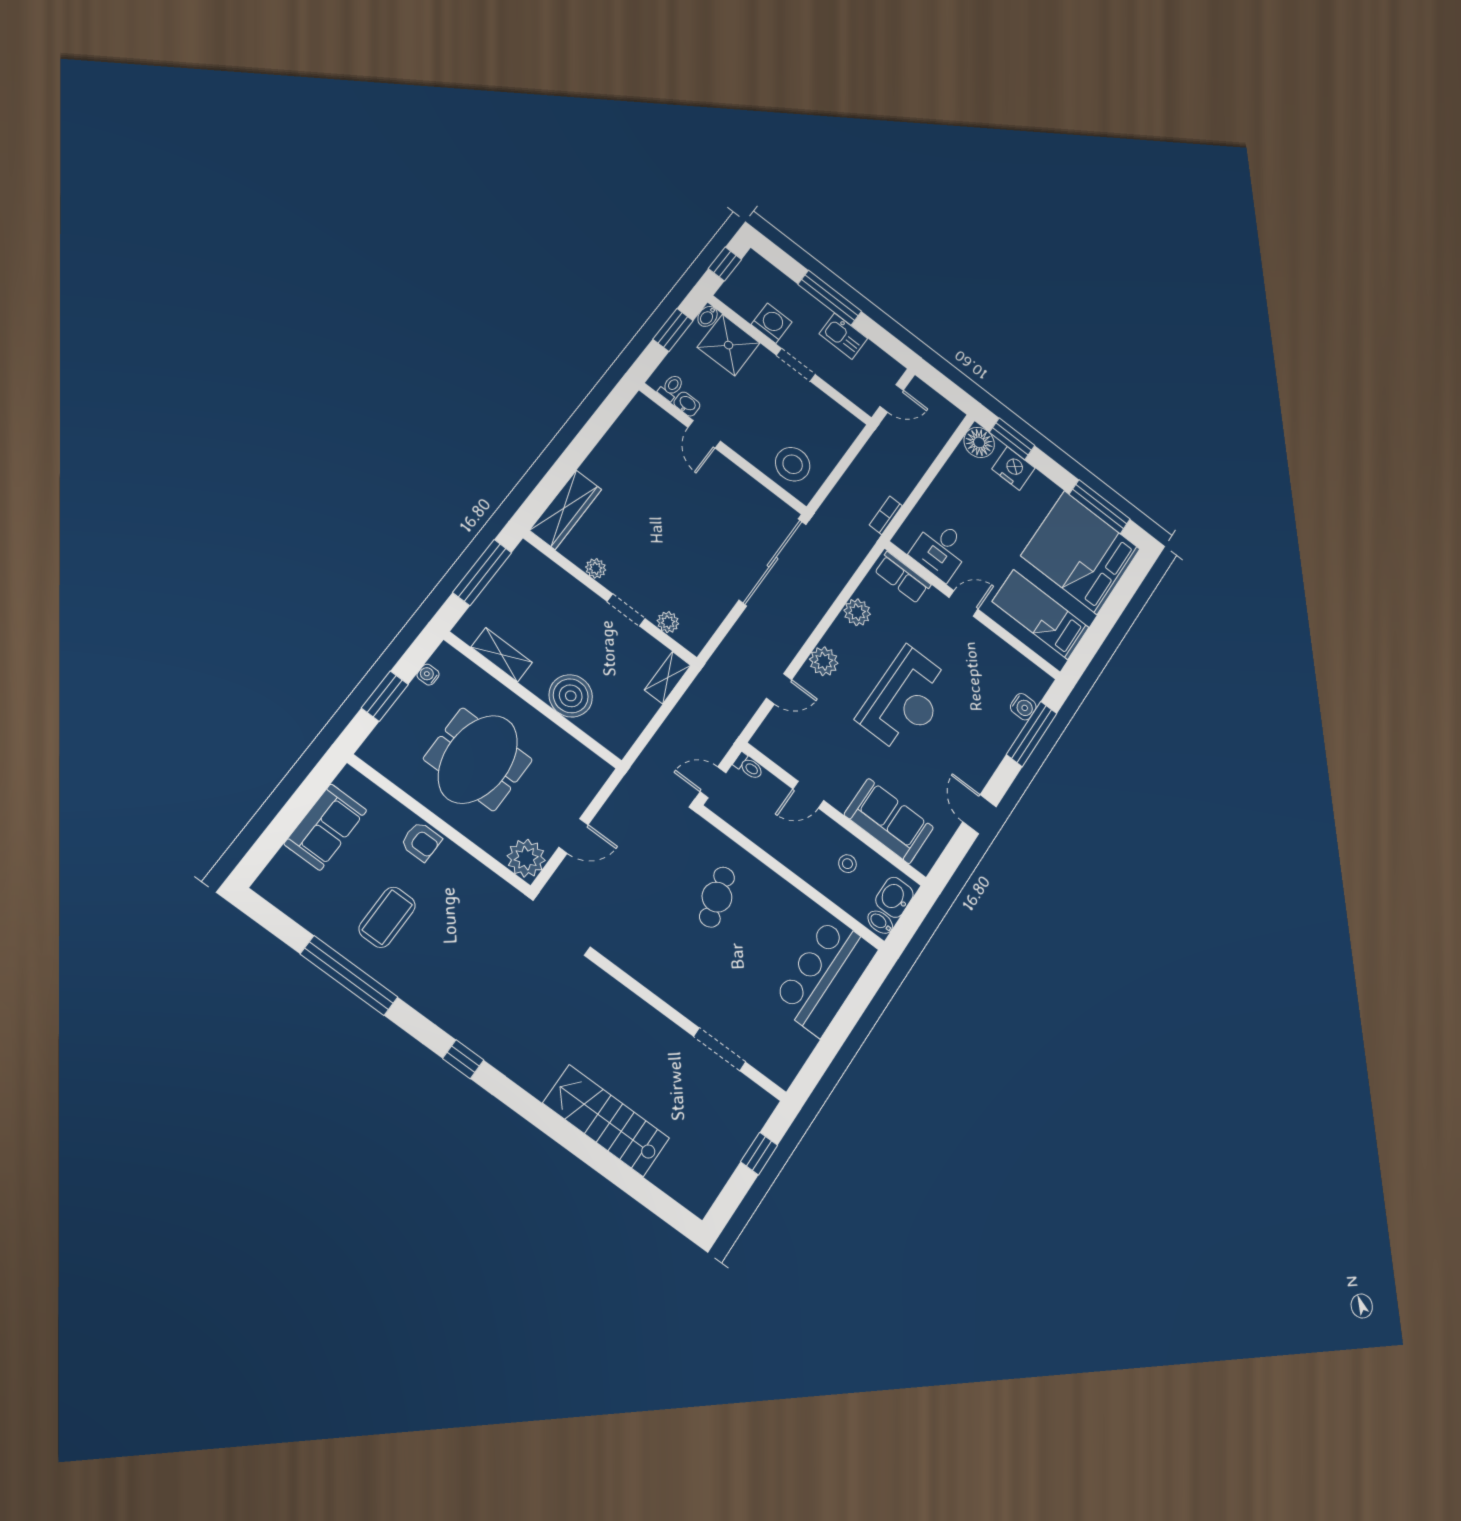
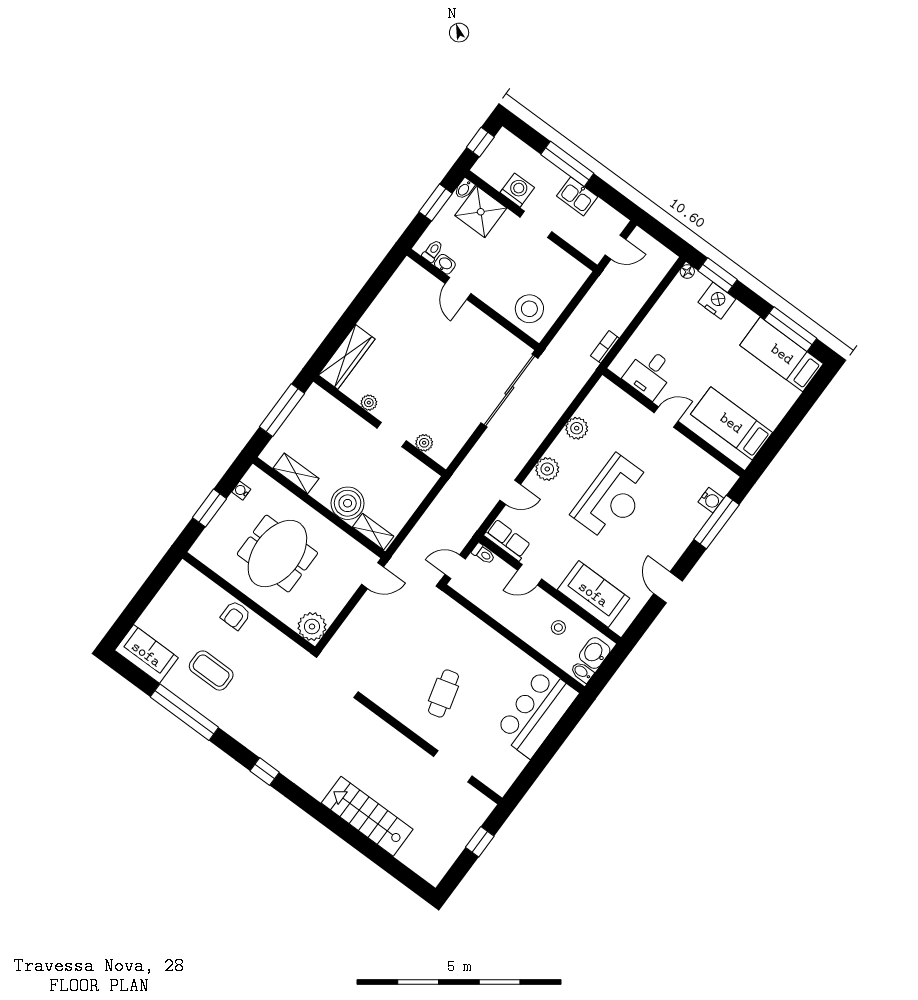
floor lamp: (979, 442) -> (687, 271), width x0.53, depth x0.53
bed: (1081, 552) -> (782, 354), width x0.49
row of seats: (902, 578) -> (507, 540), moved, turned 180
shelving: (668, 678) -> (373, 532), moved, turned 90
sofa: (325, 827) -> (146, 654), moved, turned -90
door: (573, 836) -> (373, 576), moved
armchair: (421, 841) -> (236, 615), turned 90
cafe table: (717, 897) -> (444, 693), moved
coffee table: (387, 917) -> (211, 671), turned 90

